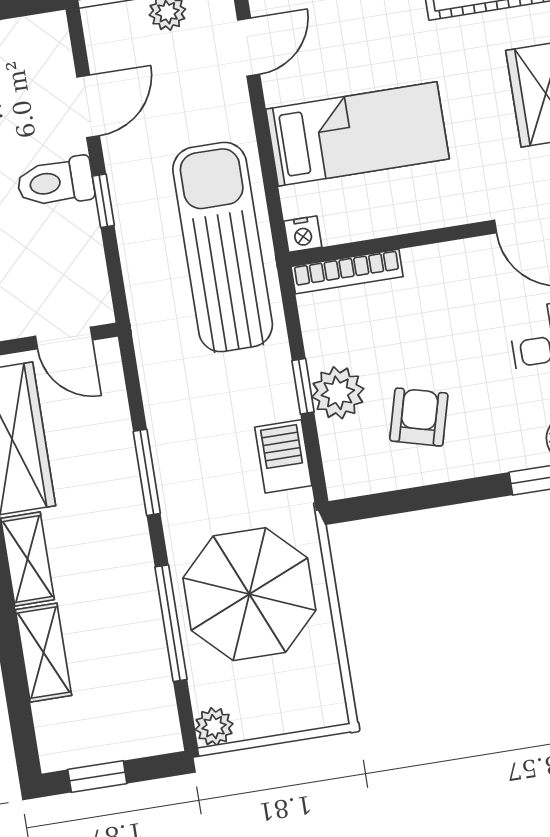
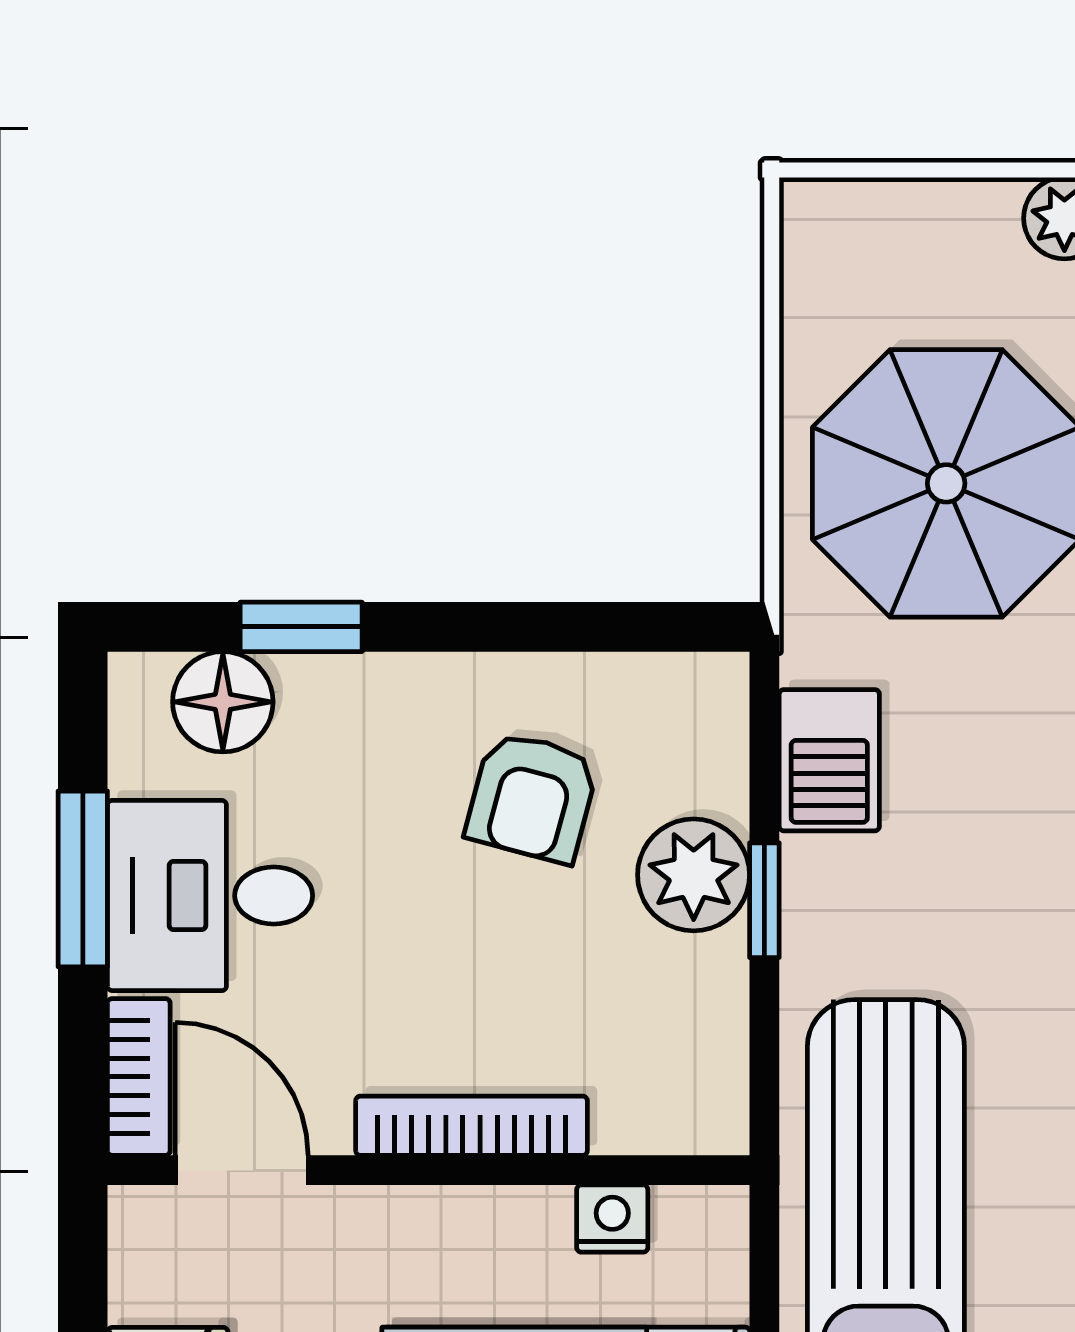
nightstand: (303, 234) -> (612, 1219), moved
bookcase: (347, 271) -> (472, 1126), moved

